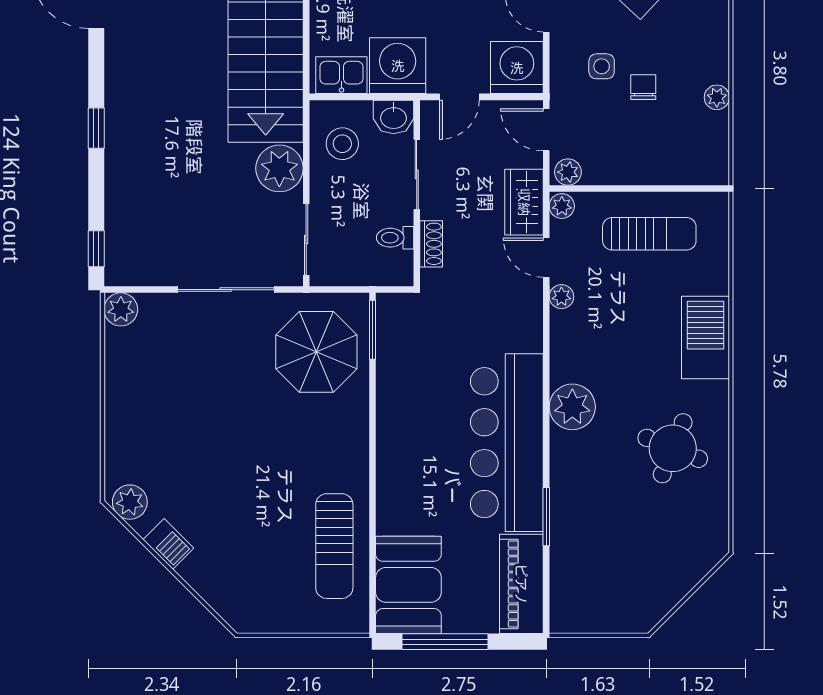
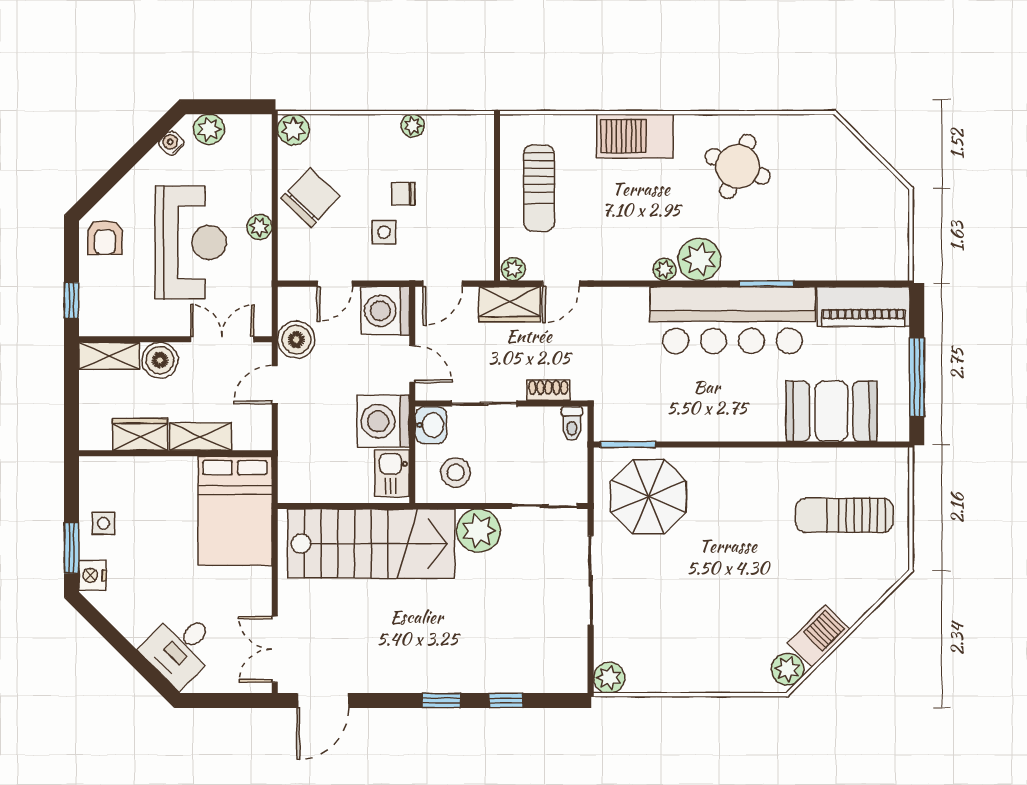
plant: (568, 172) -> (482, 263), removed
sun lounger: (649, 234) -> (539, 188), turned 180
toilet: (395, 238) -> (572, 424), moved
window: (96, 249) -> (506, 700), moved
plant: (561, 297) -> (665, 269), moved
window: (546, 517) -> (767, 284), moved
barbecue: (168, 544) -> (818, 636), width x1.38, depth x1.27
sun lounger: (334, 546) -> (844, 515), moved, turned 180
booth: (408, 585) -> (831, 411), moved

